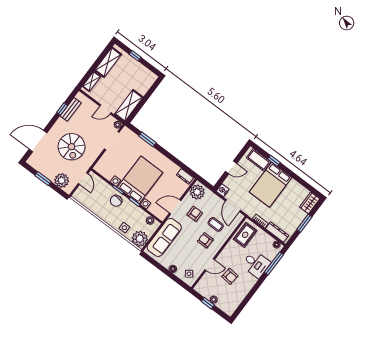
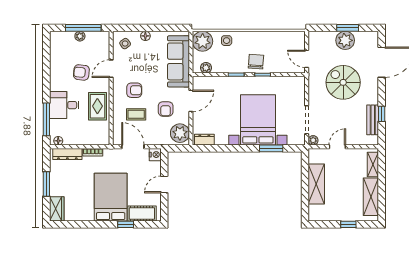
shelving: (129, 106) -> (316, 184), moved
plant: (62, 180) -> (345, 40), moved
bed with nightstands: (140, 180) -> (258, 120), moved, turned 180
rug: (245, 235) -> (97, 106), moved
window: (208, 303) -> (83, 28), width x2.17

